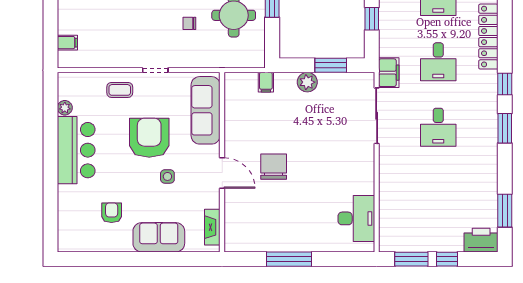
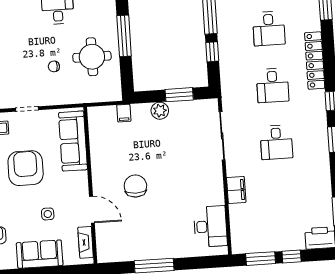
filing cabinet: (389, 73) -> (236, 190), moved
door: (222, 173) -> (92, 210), moved
side table: (167, 176) -> (48, 214), moved

